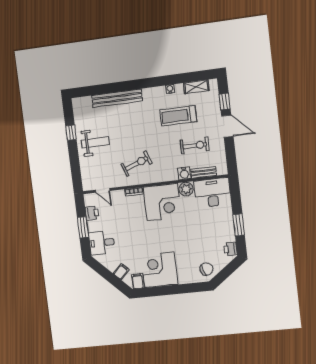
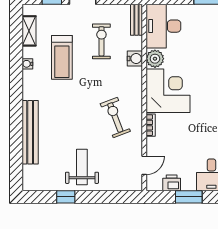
bench: (204, 172) -> (136, 20), moved

